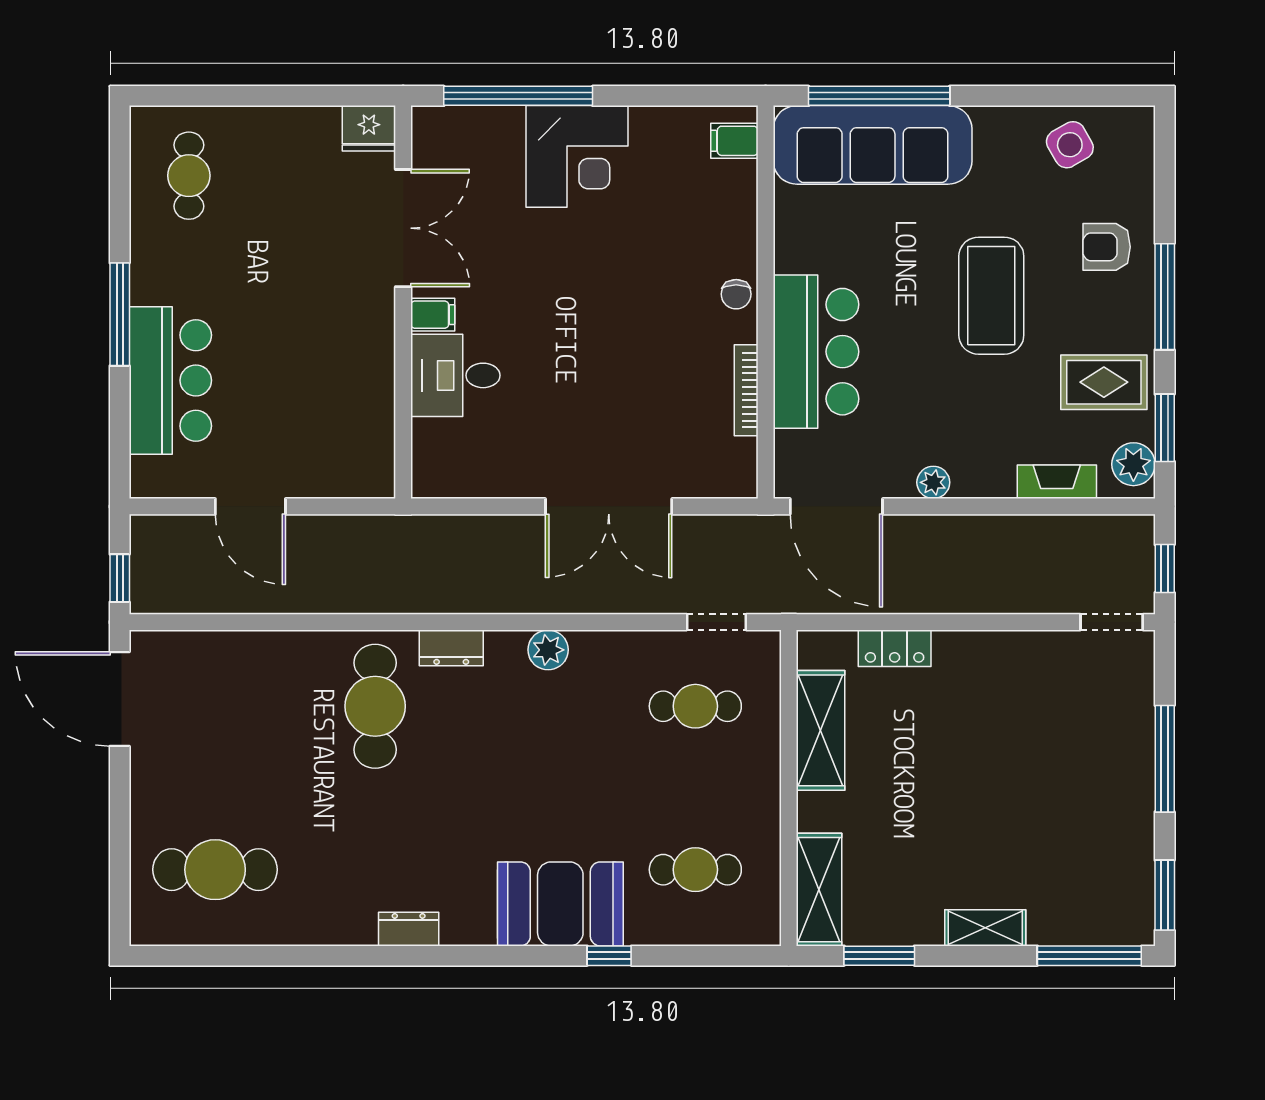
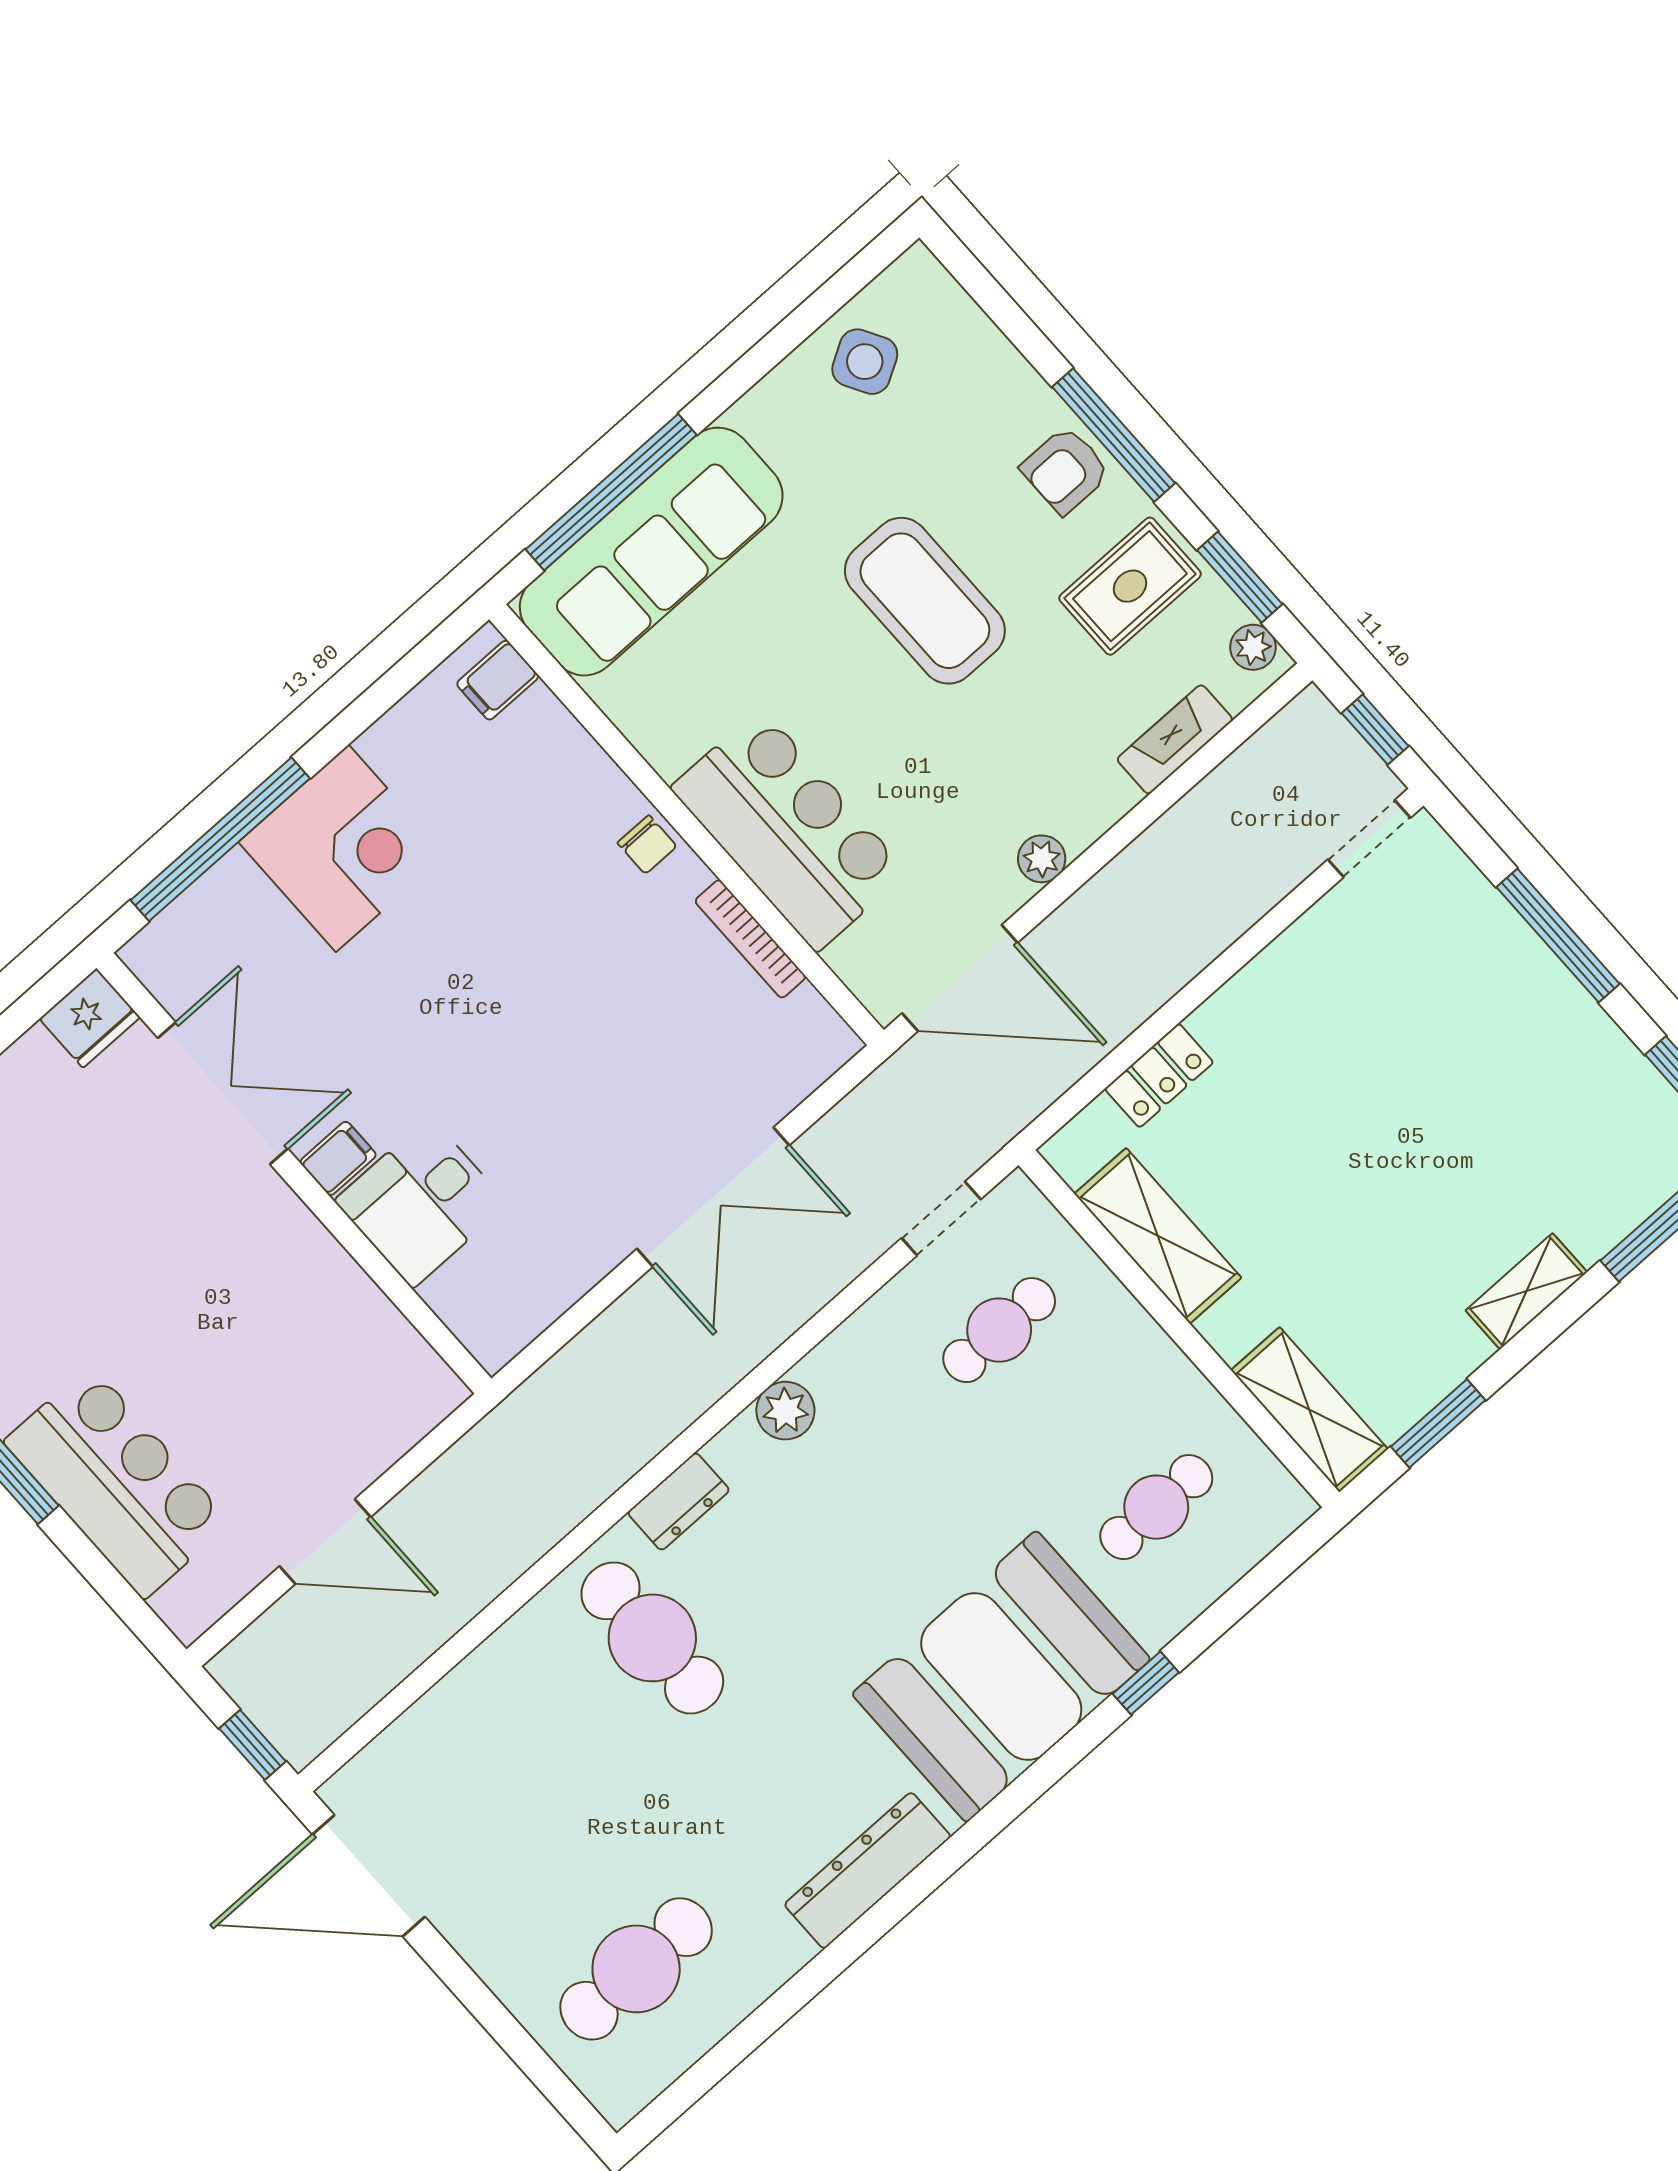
armchair: (1107, 247) -> (1065, 470), moved
plant: (1133, 464) -> (1253, 647), width x0.73, depth x0.73
booth: (560, 904) -> (1001, 1676), width x1.36, depth x1.42
dresser: (409, 929) -> (868, 1871), width x1.96, depth x1.24

